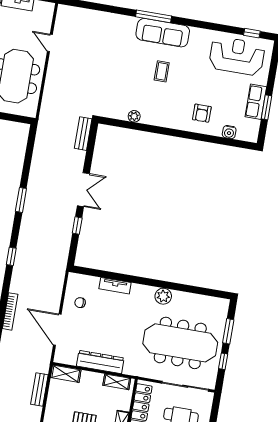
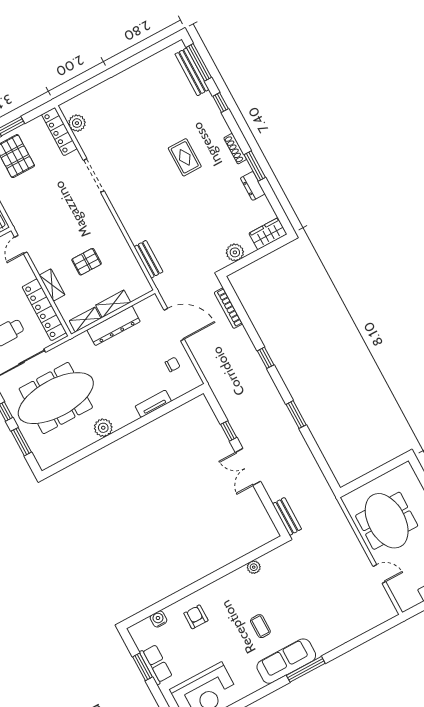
shelving: (66, 374) -> (113, 304), moved

